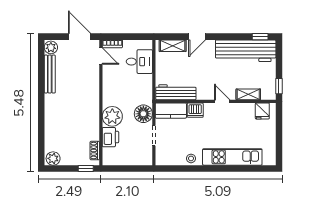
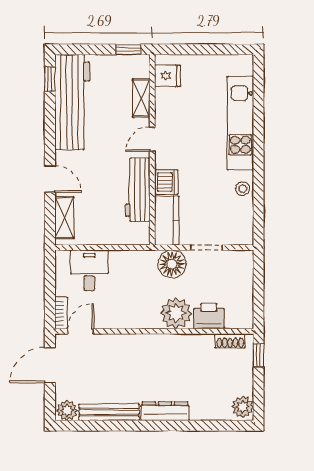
workbench: (176, 92) -> (138, 190), moved
dresser: (50, 109) -> (165, 411), added

